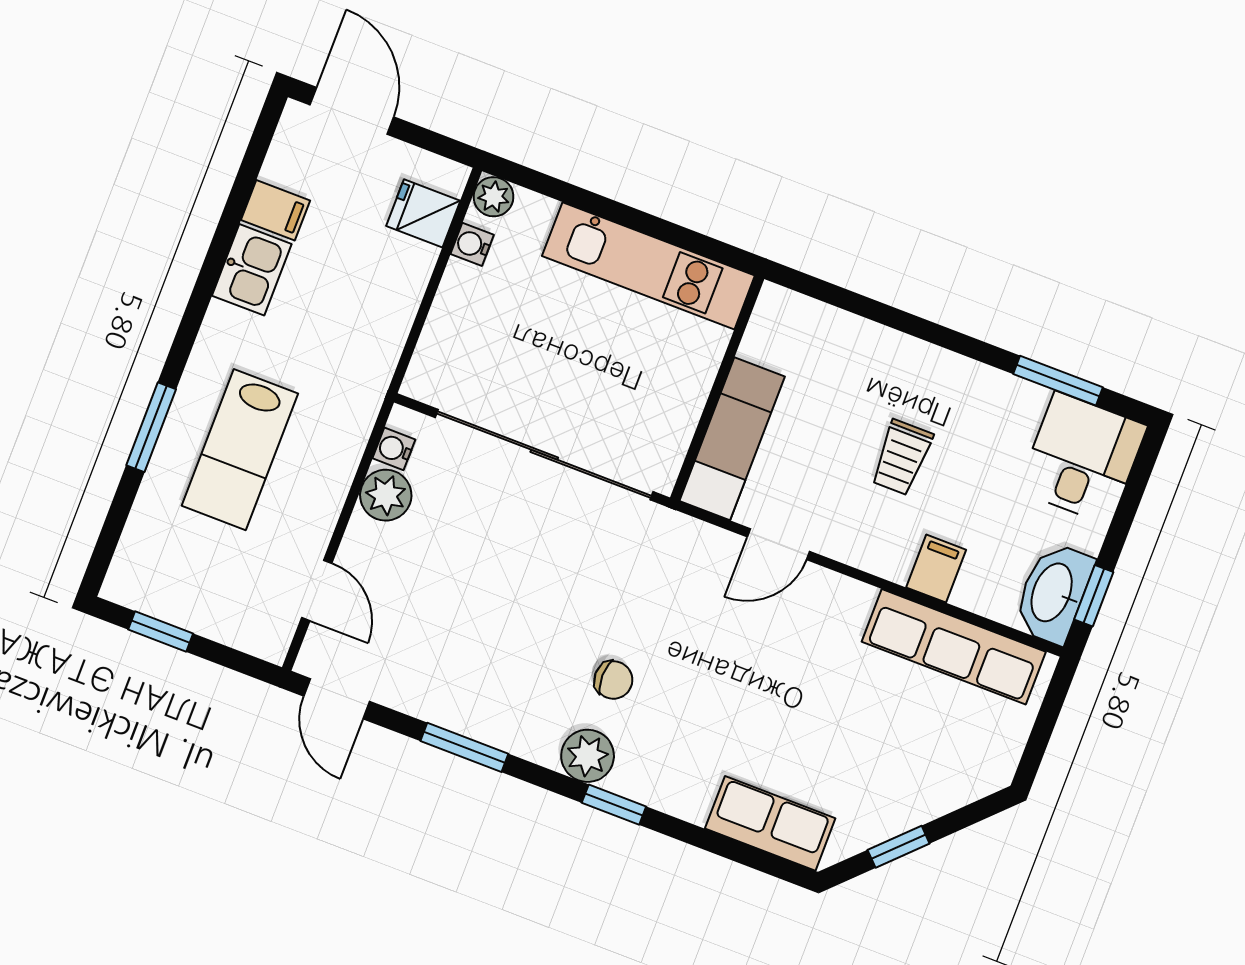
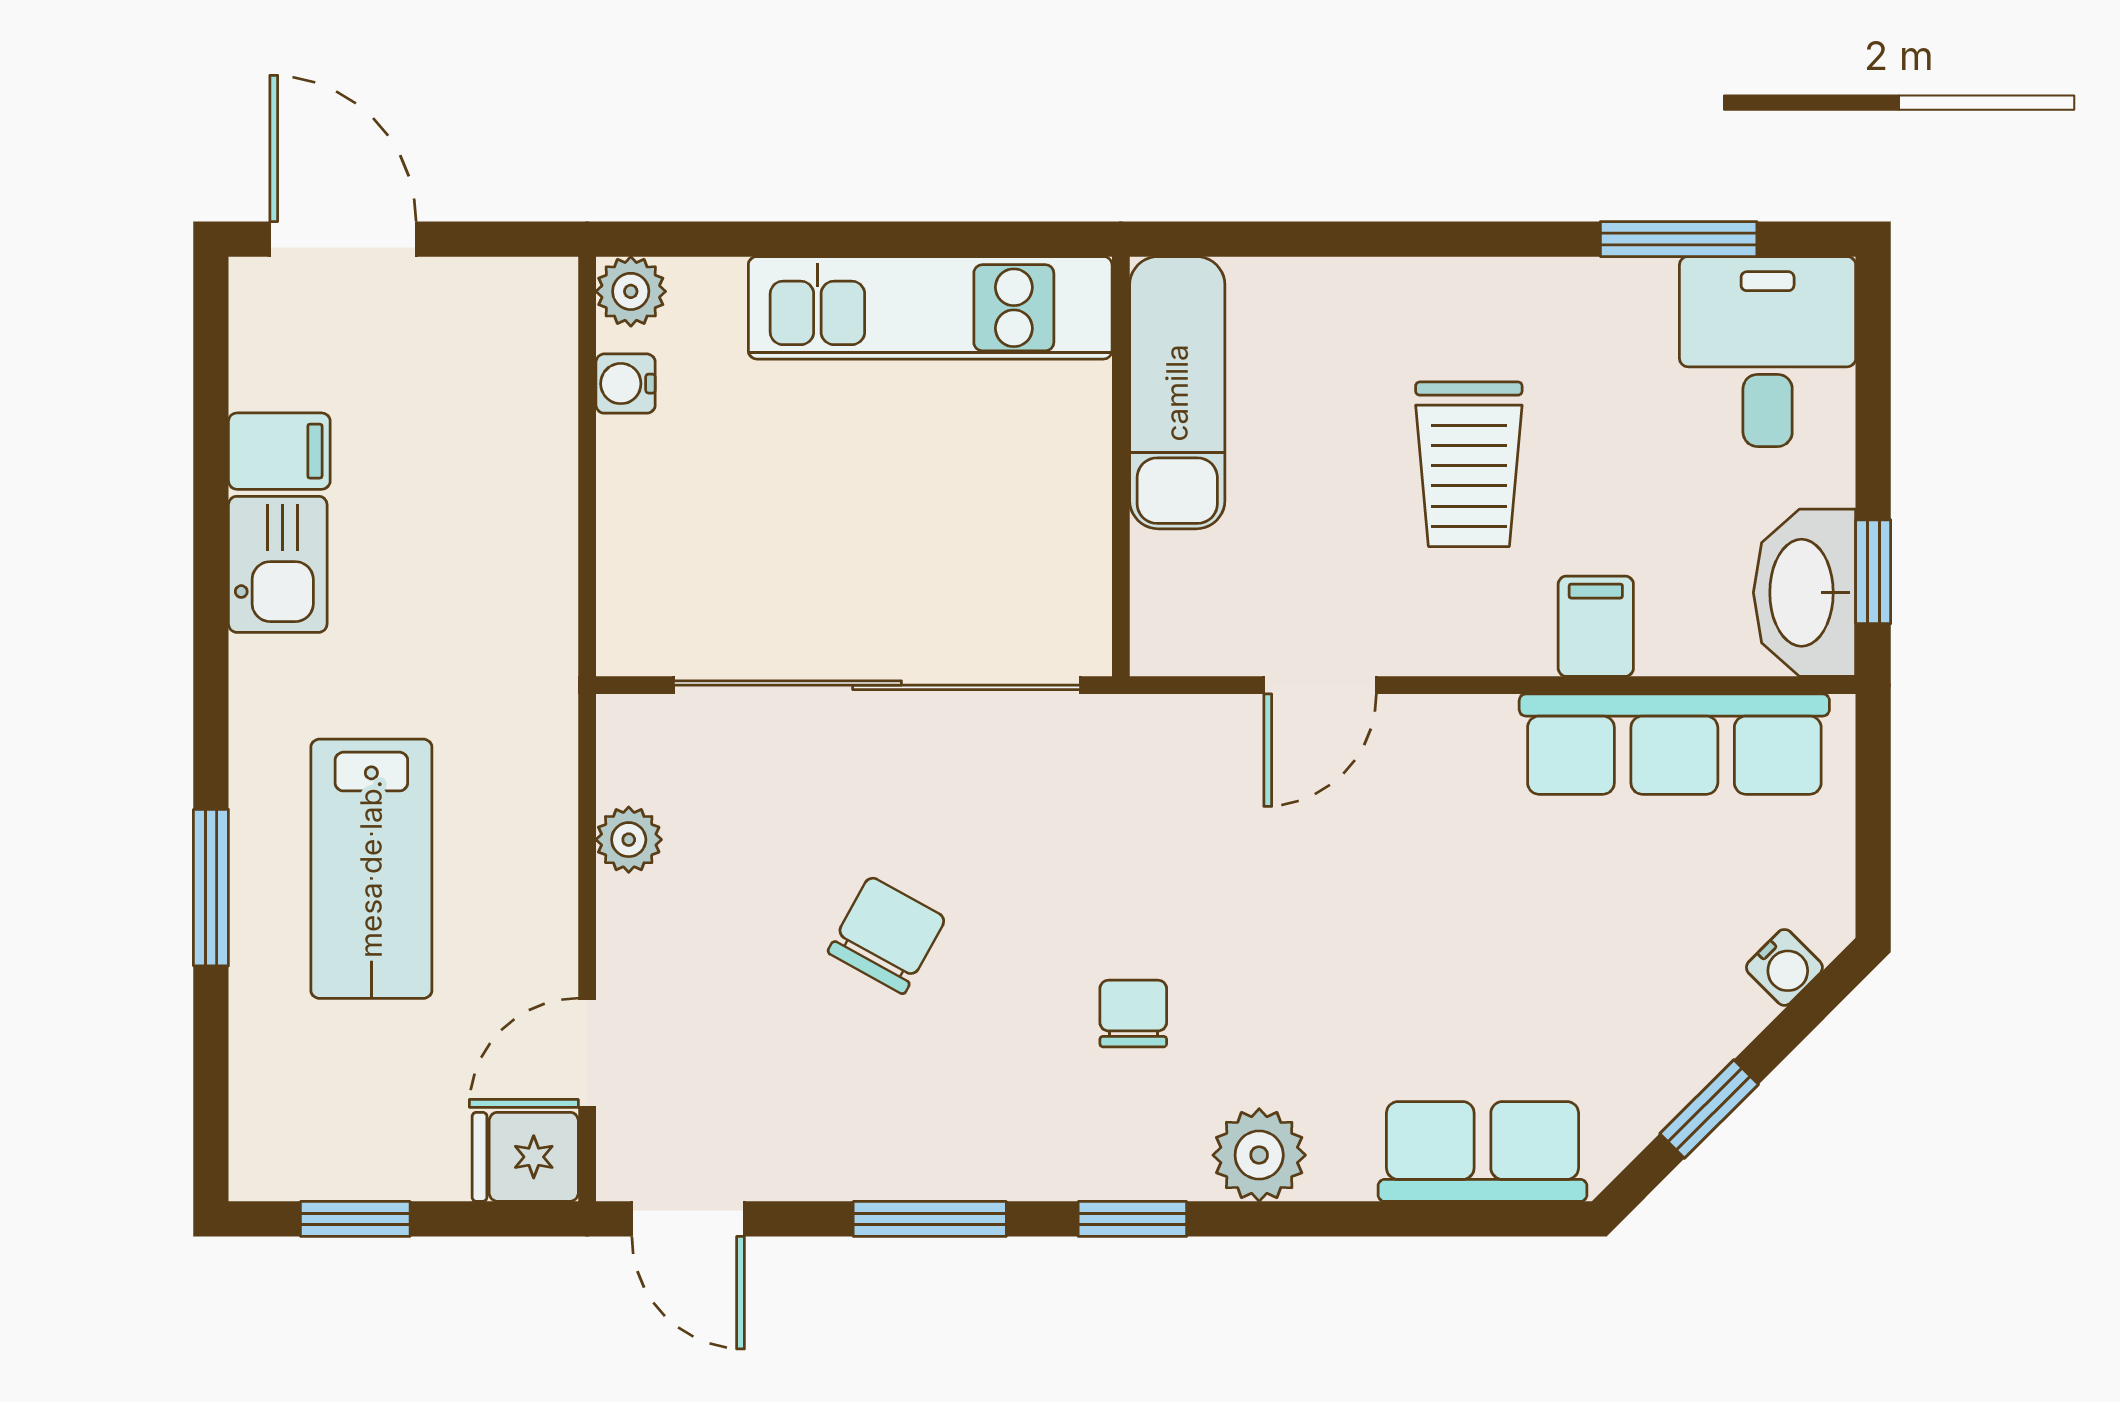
fridge: (423, 213) -> (525, 1157), moved
exam couch: (732, 439) -> (1177, 393), moved
water cooler: (394, 449) -> (1784, 967), moved, turned -135
trolley: (902, 457) -> (1469, 464), width x1.36, depth x1.39
plant: (386, 495) -> (629, 840), width x0.73, depth x0.73
chair: (499, 589) -> (887, 935), added
door: (317, 590) -> (587, 1053), swing flipped
chair: (613, 680) -> (1133, 1014), turned -90
plant: (588, 756) -> (1259, 1155), moved
window: (614, 805) -> (1132, 1219), moved

